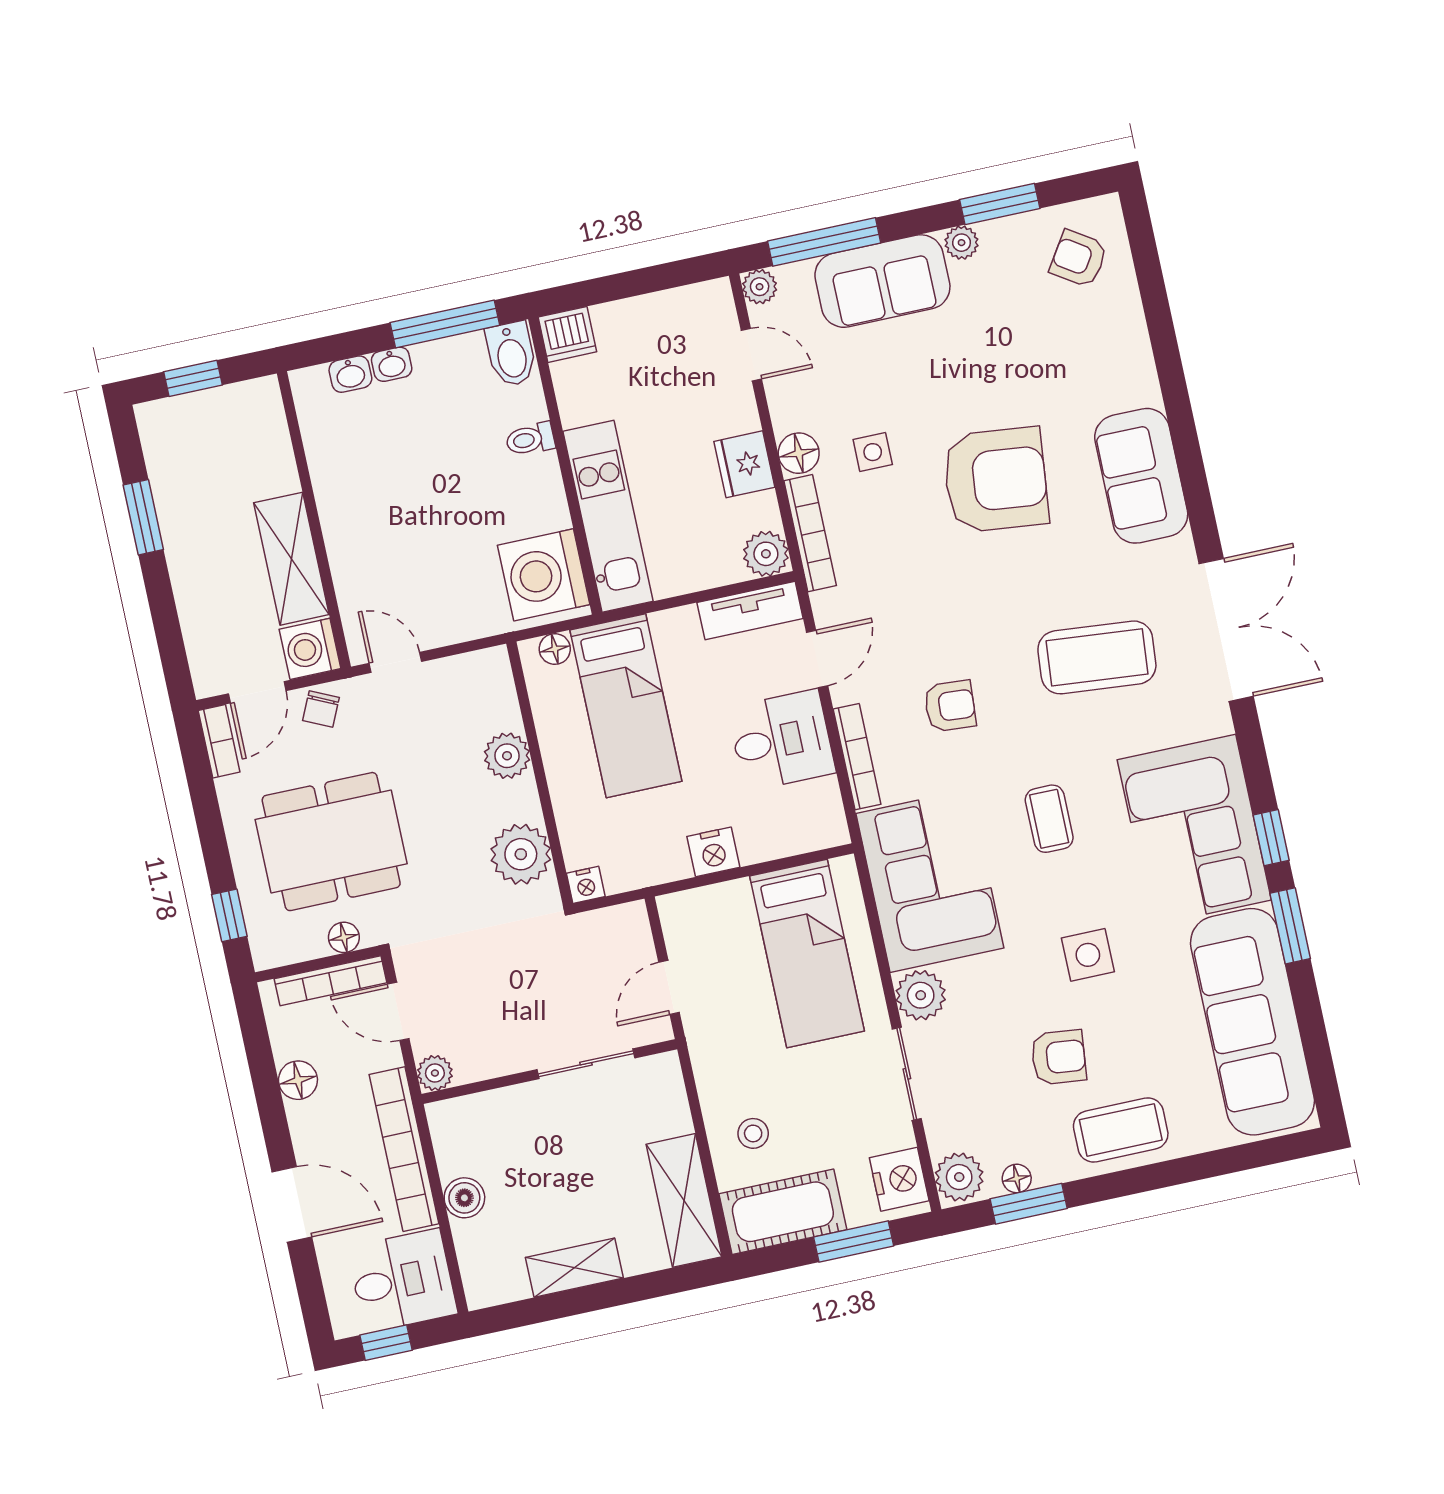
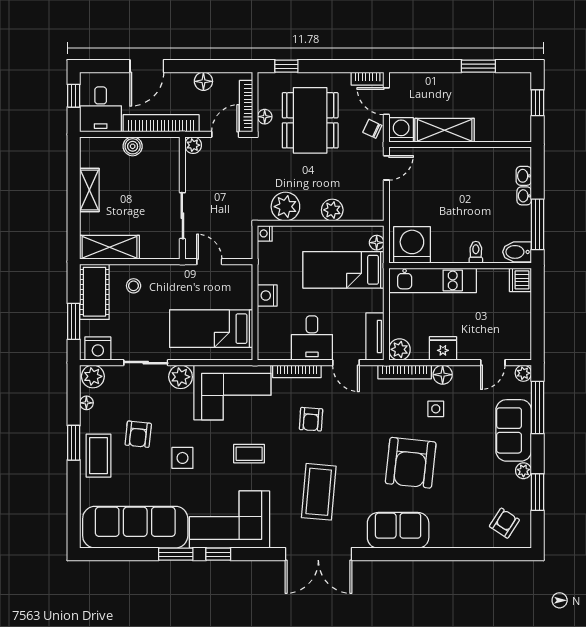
window: (1029, 1204) -> (74, 443), moved

